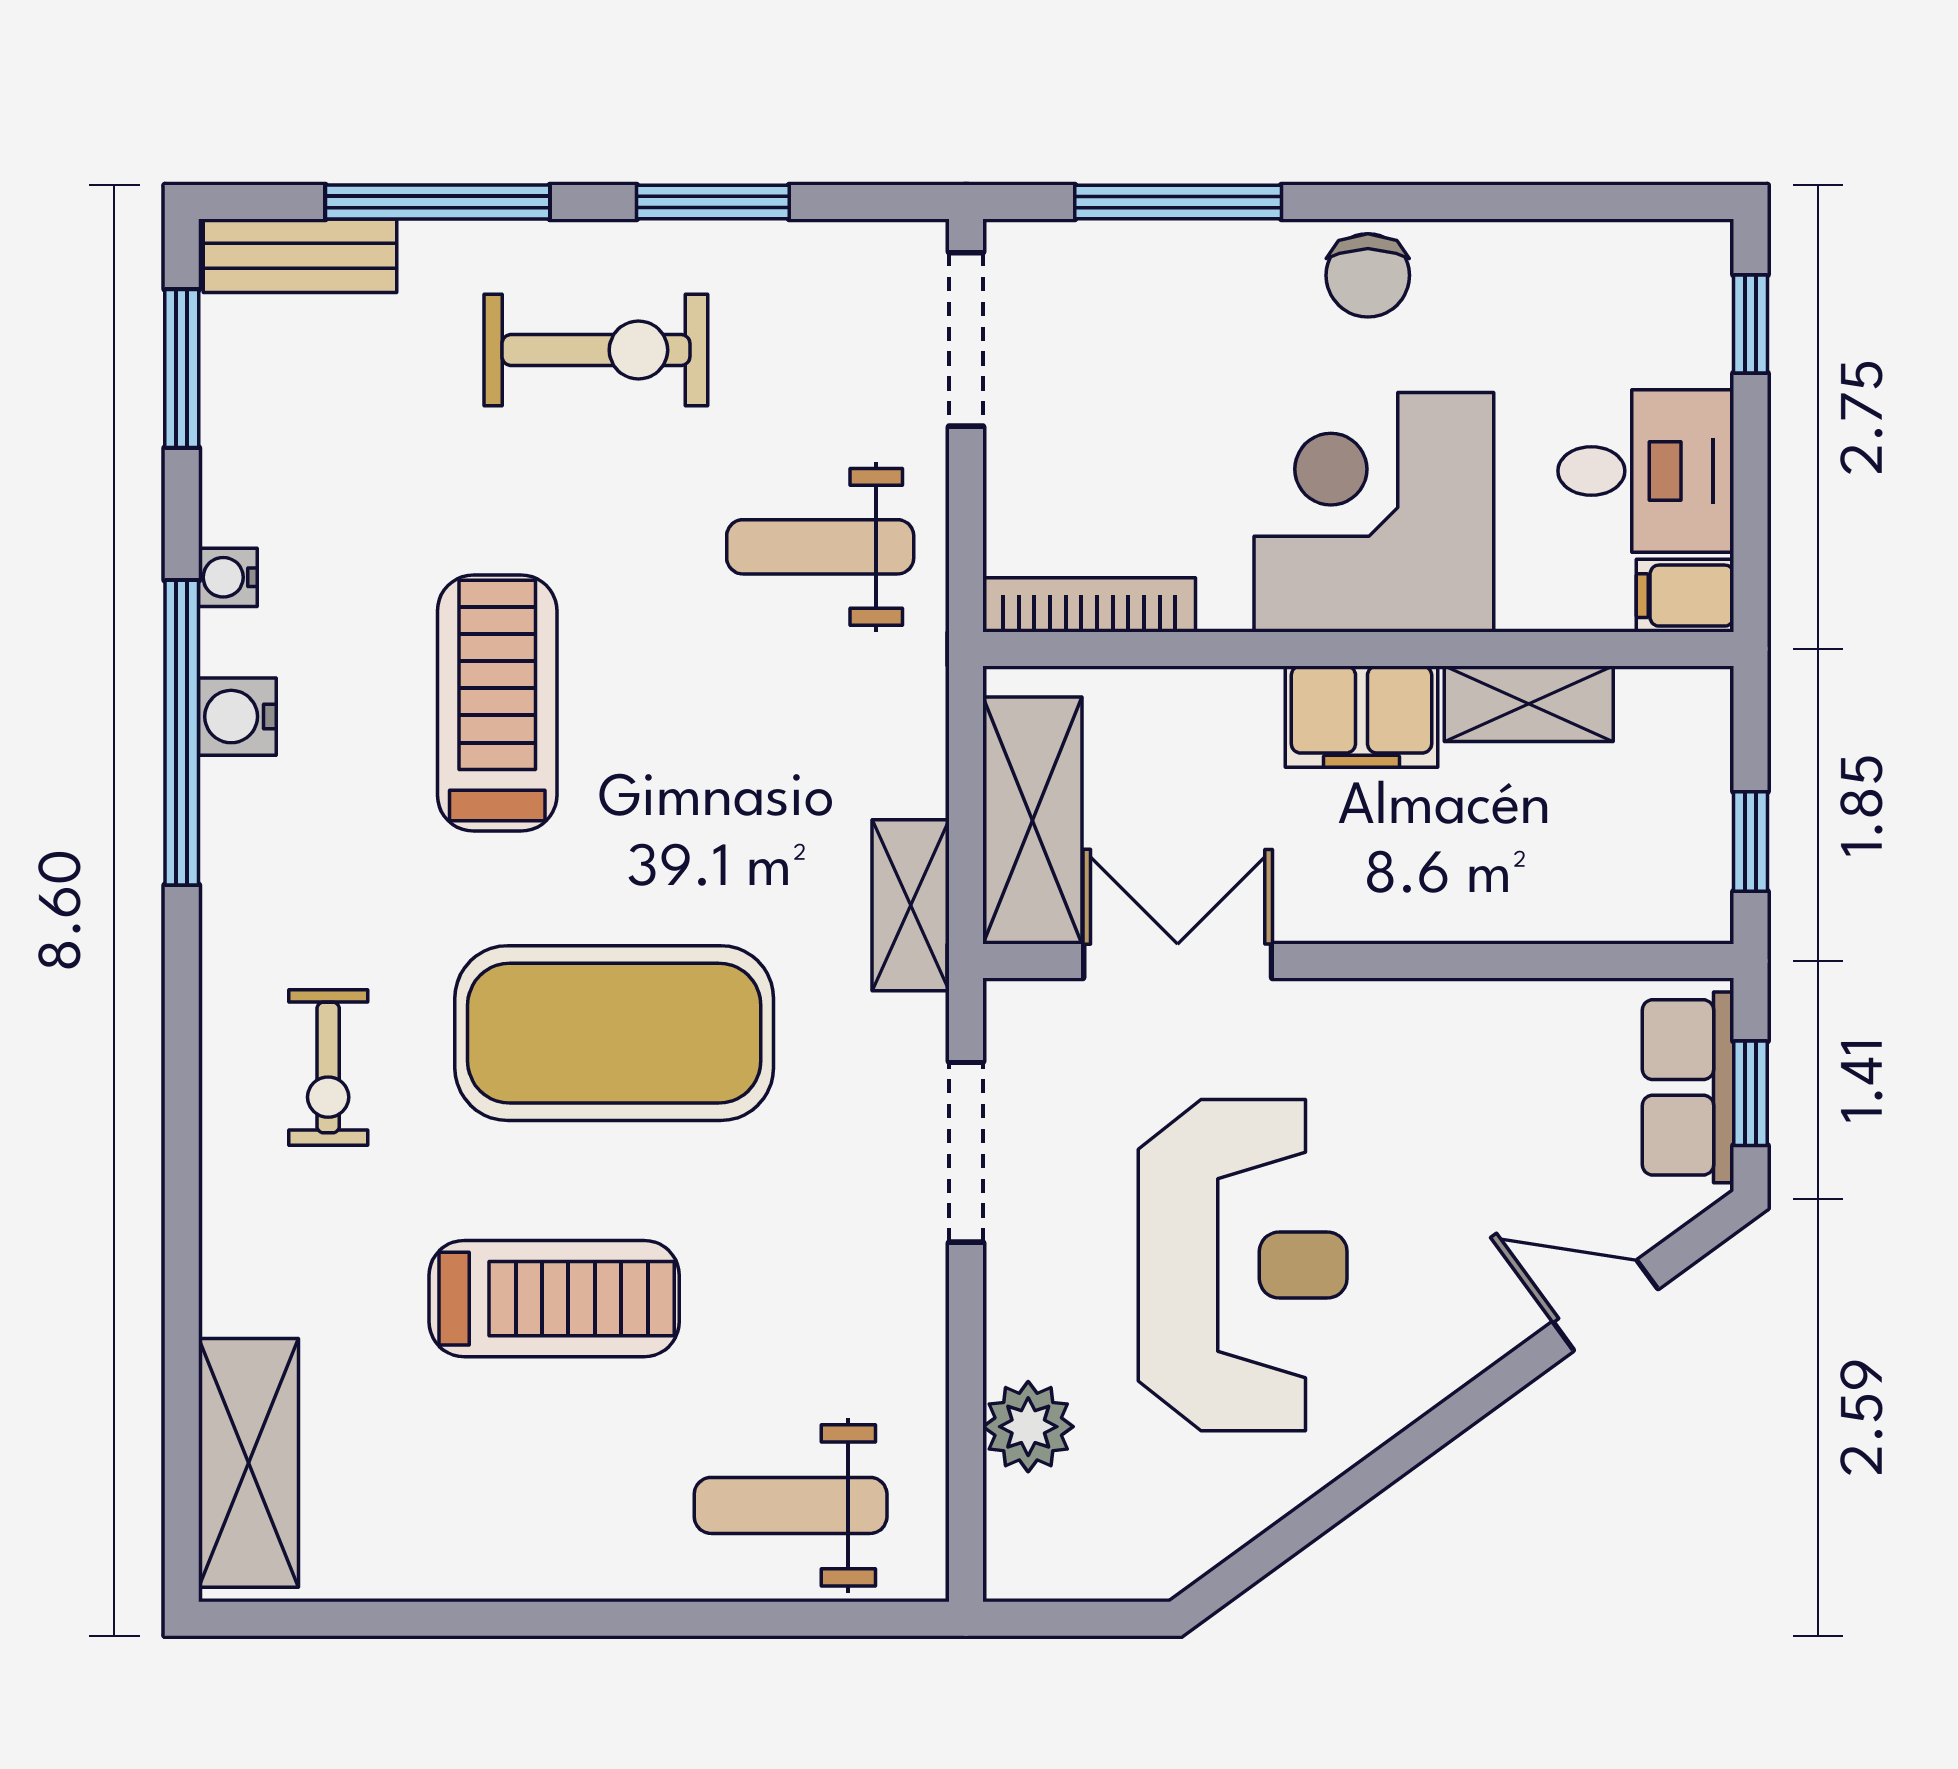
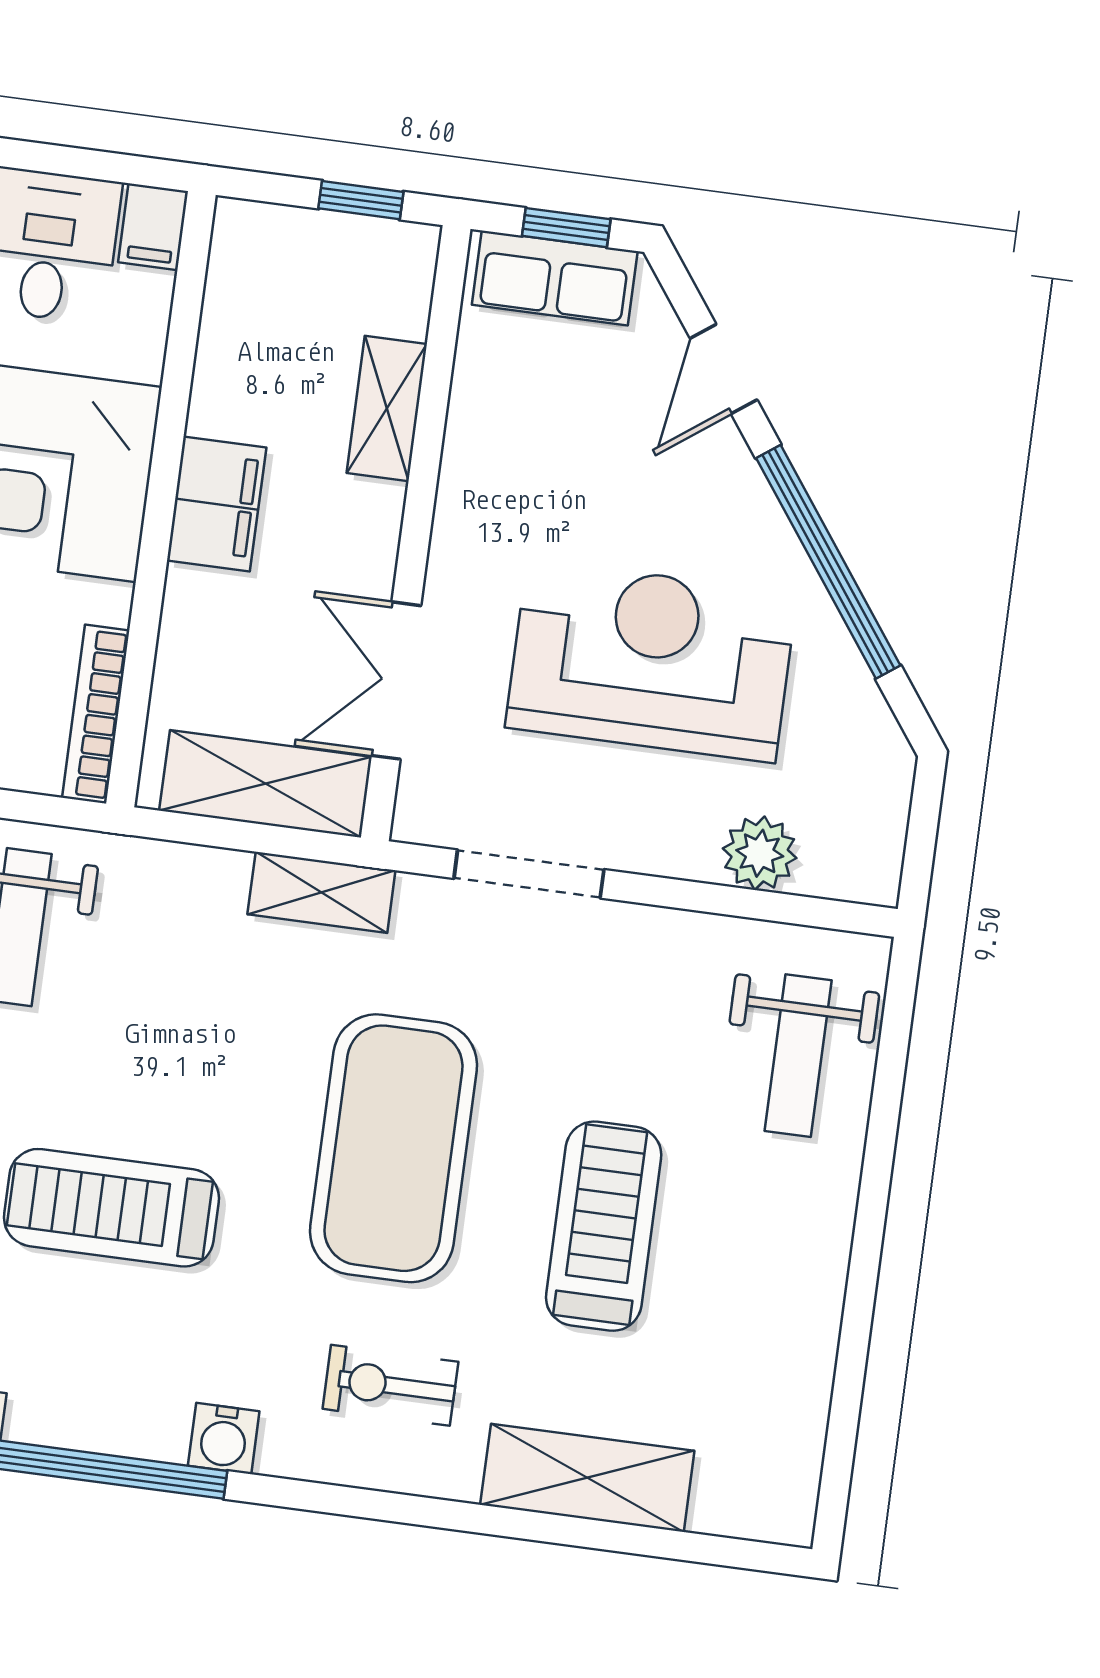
shelving: (1529, 704) -> (387, 408), moved
water cooler: (237, 717) -> (224, 1439), moved
exercise bike: (328, 1067) -> (390, 1385), turned 180
window: (1390, 1462) -> (828, 562), added
shelving: (248, 1463) -> (587, 1478), moved

